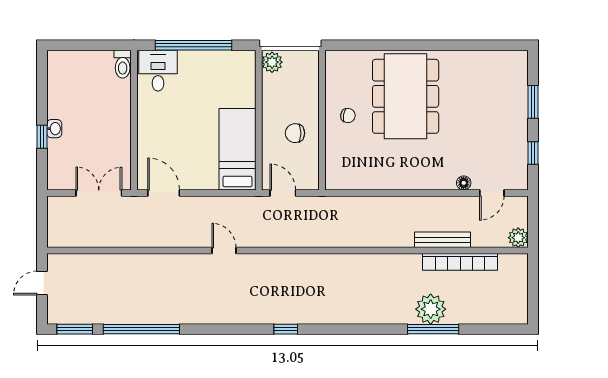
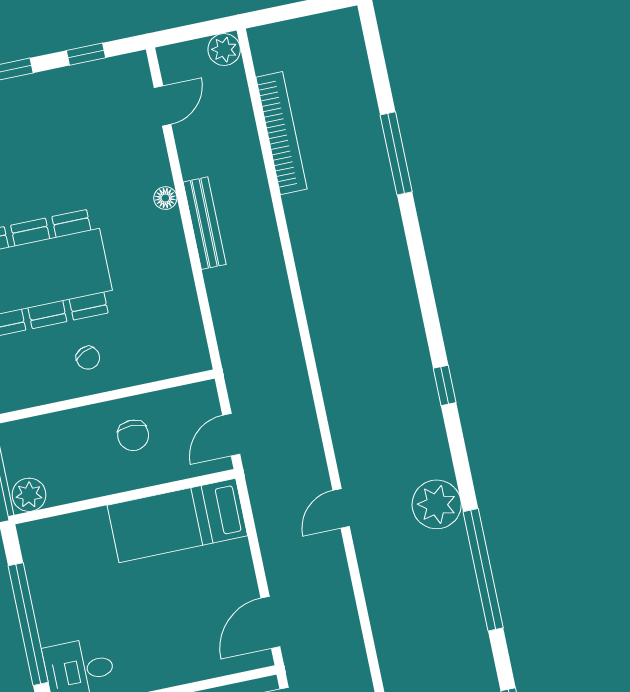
chair: (348, 115) -> (88, 358), turned 146
floor lamp: (464, 183) -> (165, 198), moved
door: (492, 193) -> (163, 106), hinge flipped
bench: (443, 240) -> (205, 223), moved
plant: (431, 309) -> (437, 504), moved
window: (141, 329) -> (483, 570), moved

